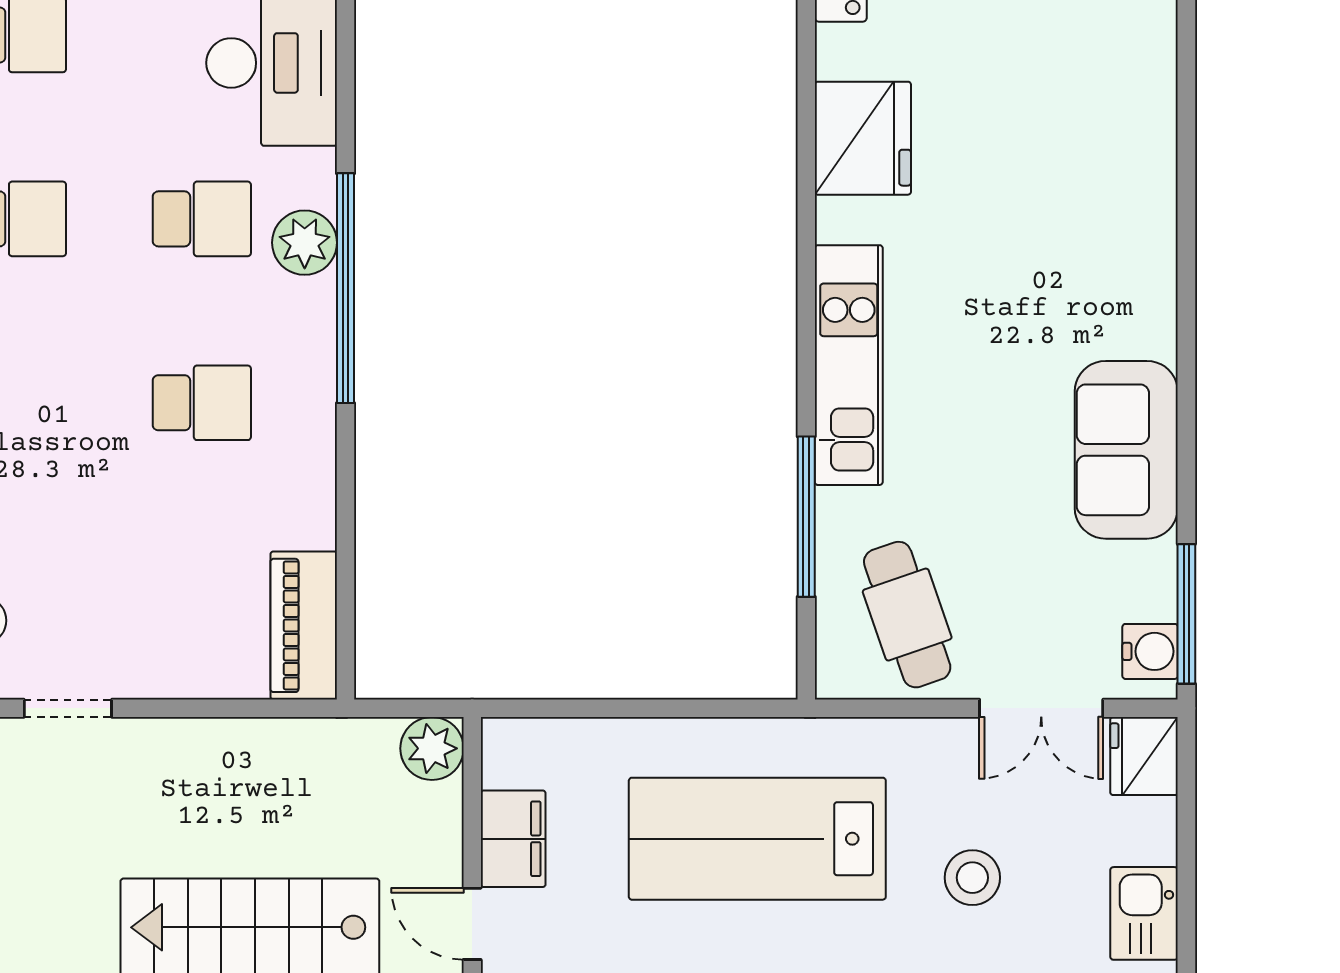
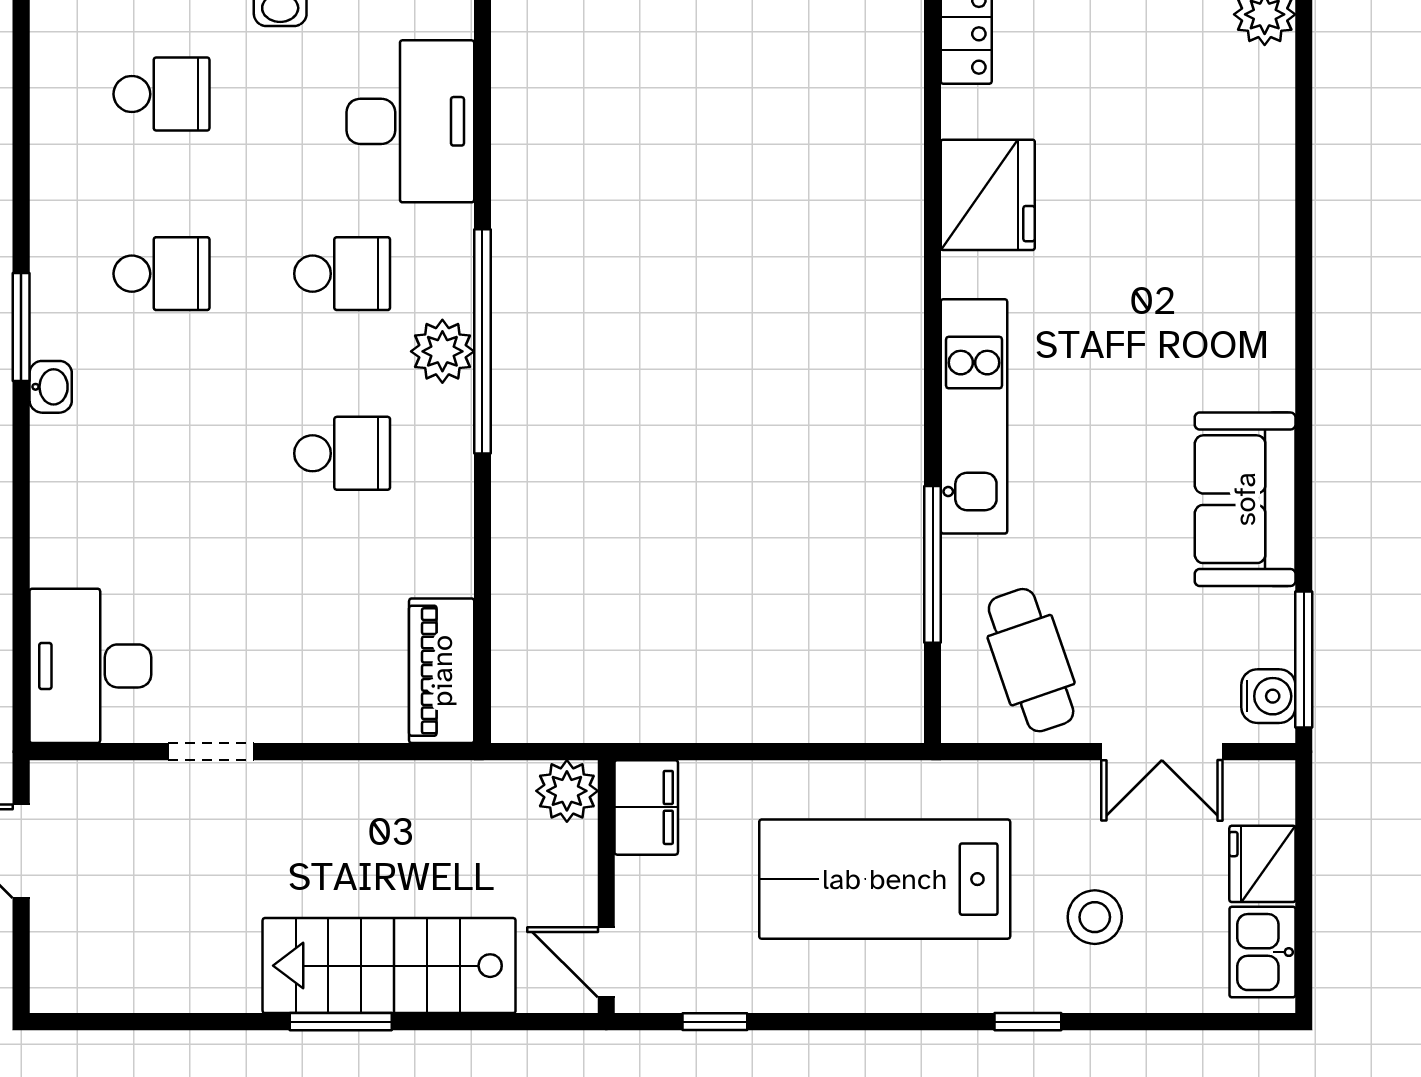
plant: (305, 243) -> (442, 351), moved
fridge: (1144, 756) -> (1262, 864), moved
filing cabinet: (513, 839) -> (646, 807), moved

